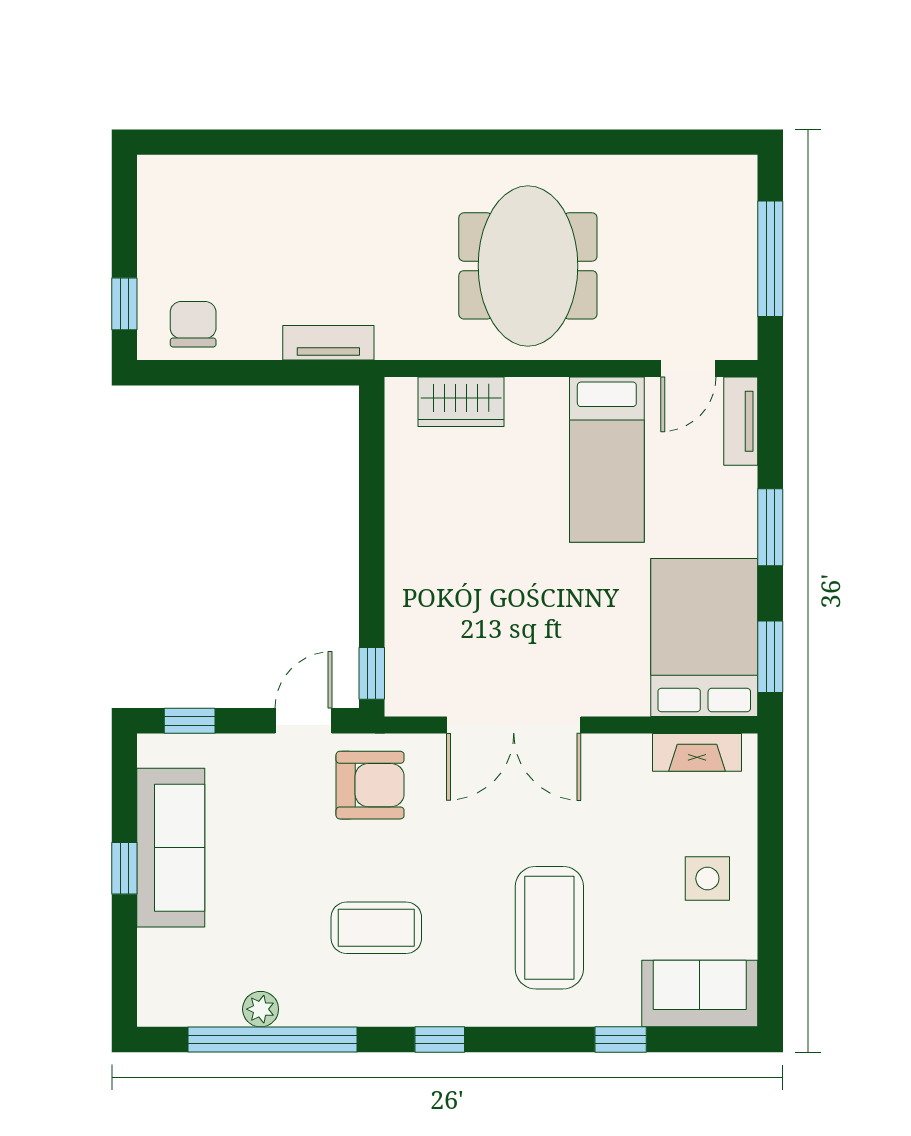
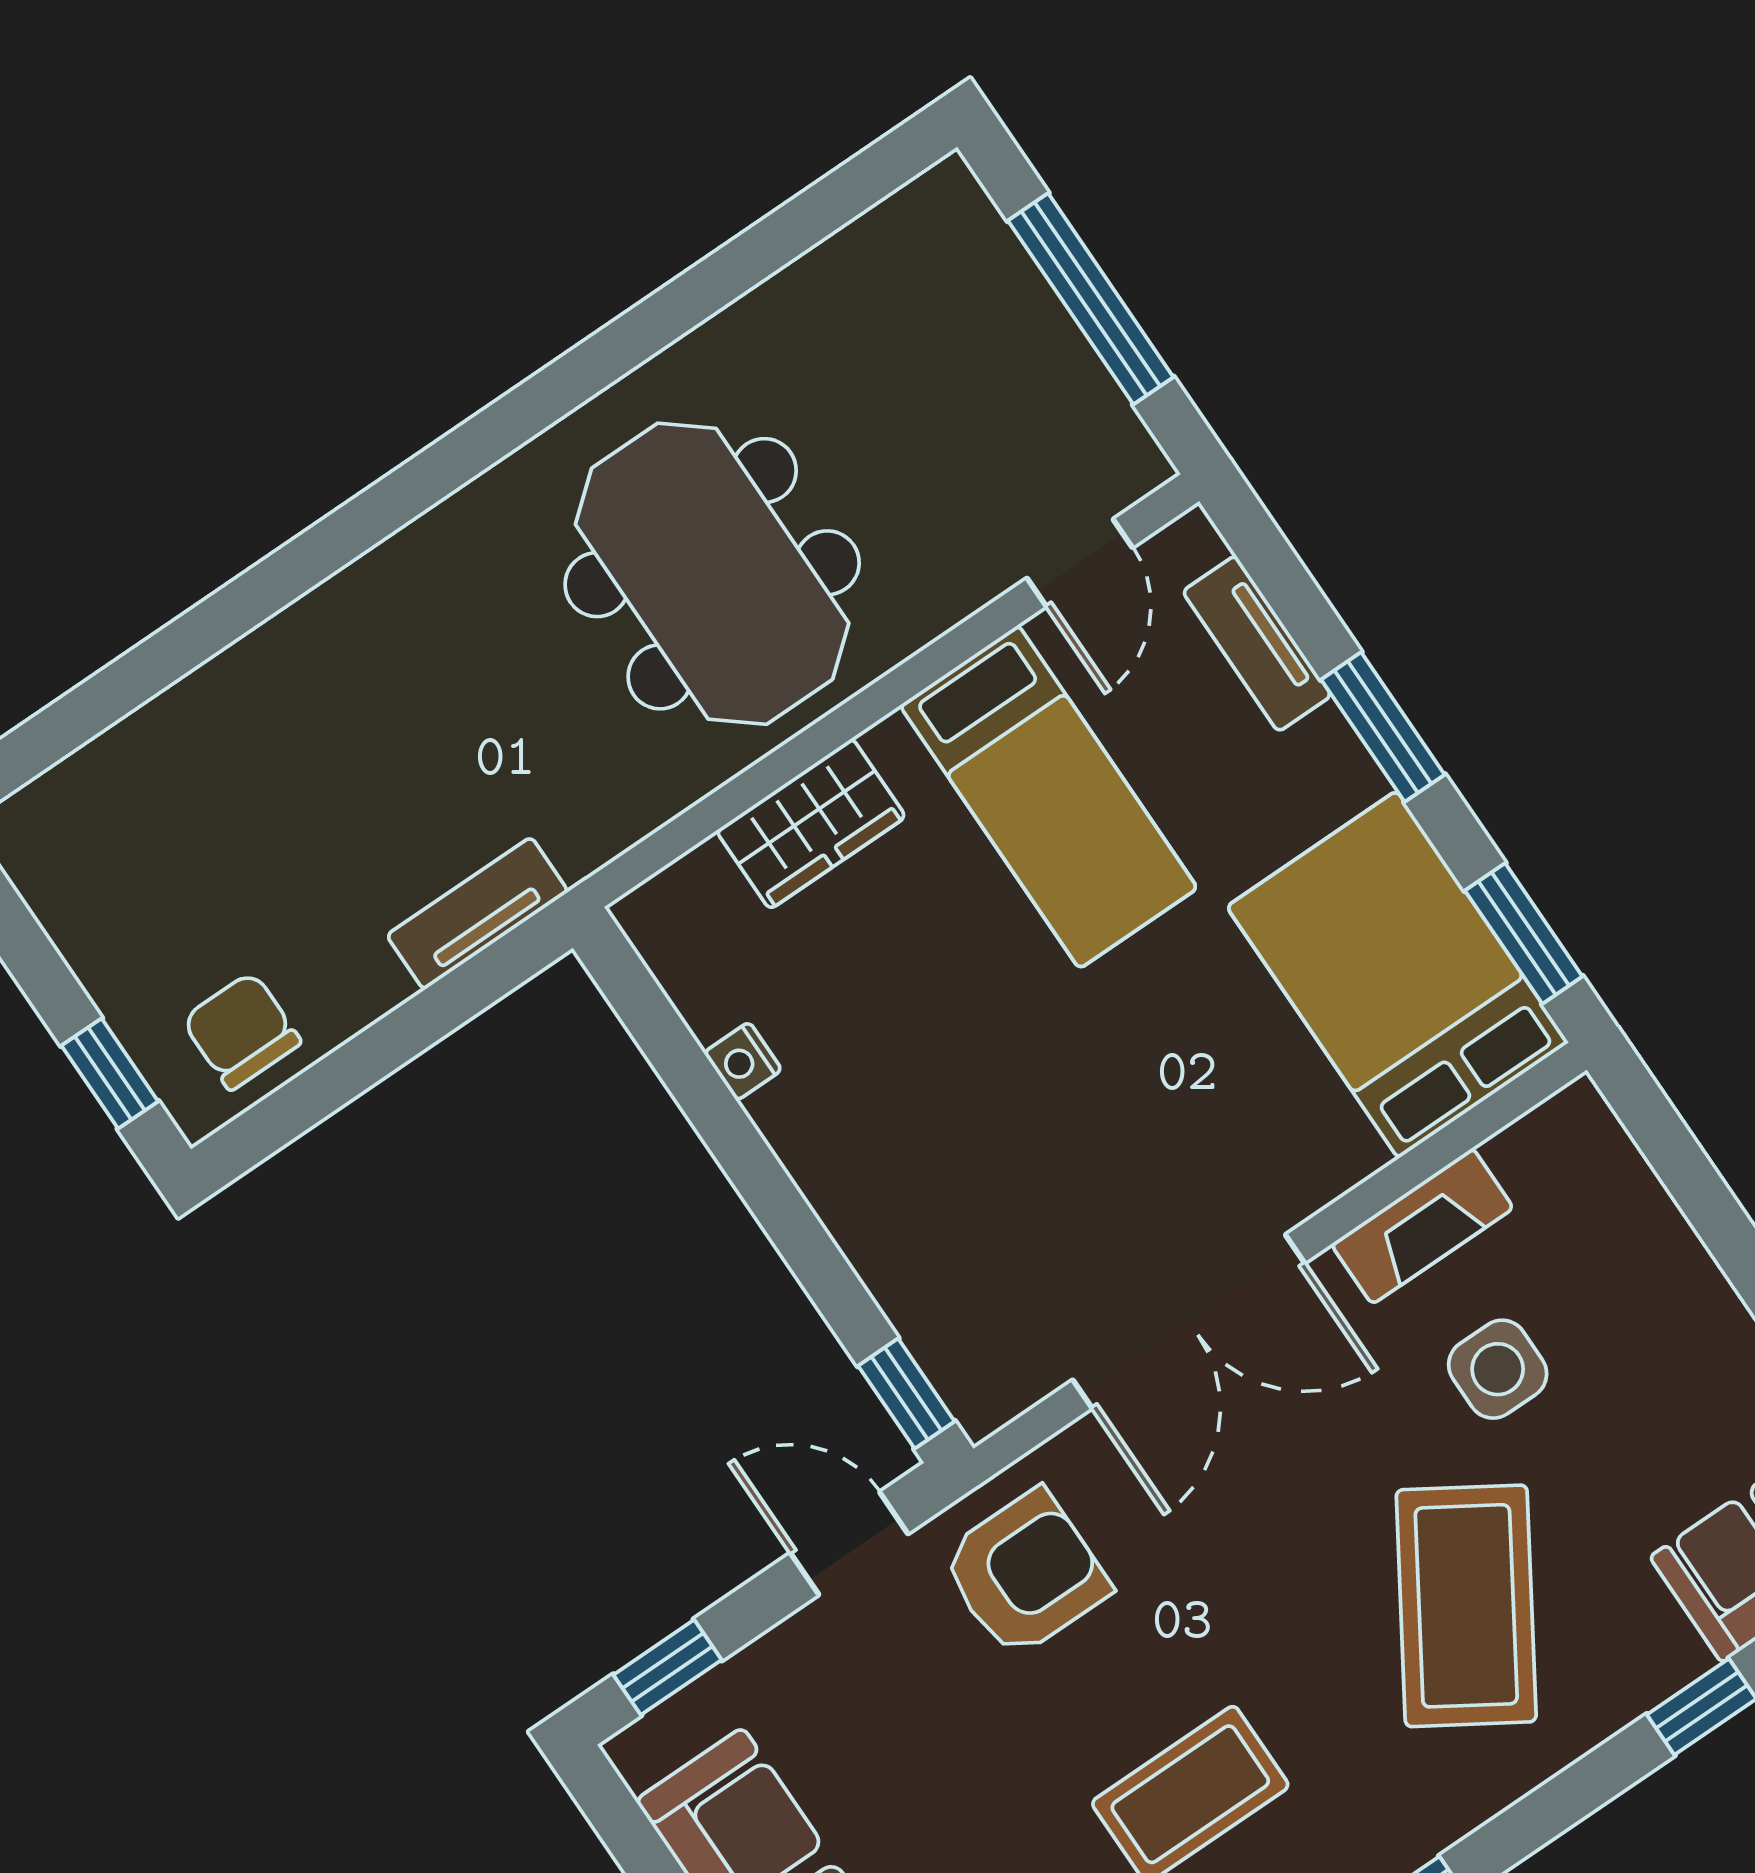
wardrobe: (461, 402) -> (811, 824), moved
tv unit: (741, 421) -> (1257, 644), moved
nightstand: (399, 483) -> (743, 1061), added
door: (304, 721) -> (849, 1543), hinge flipped
fireplace: (697, 752) -> (1422, 1226), moved
side table: (707, 879) -> (1498, 1369), moved
coffee table: (549, 928) -> (1466, 1606), turned 32

